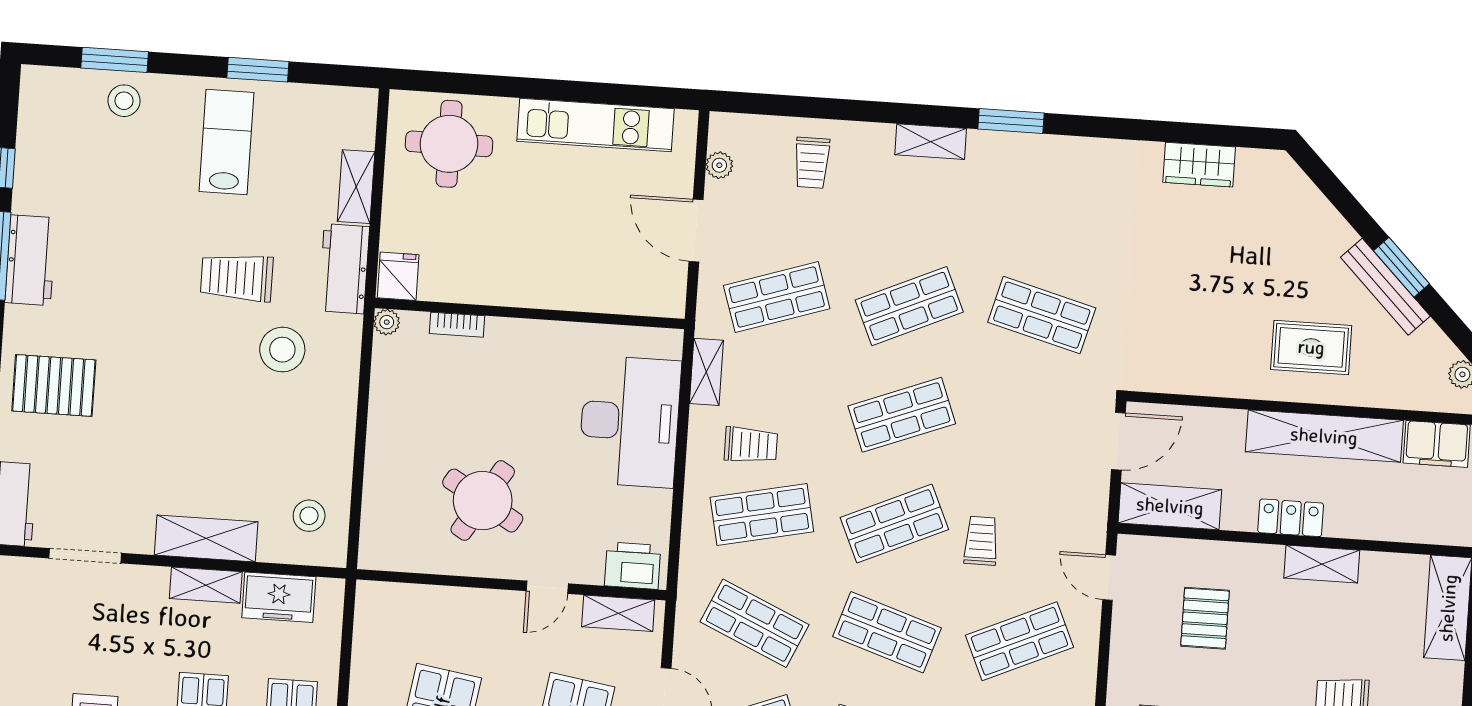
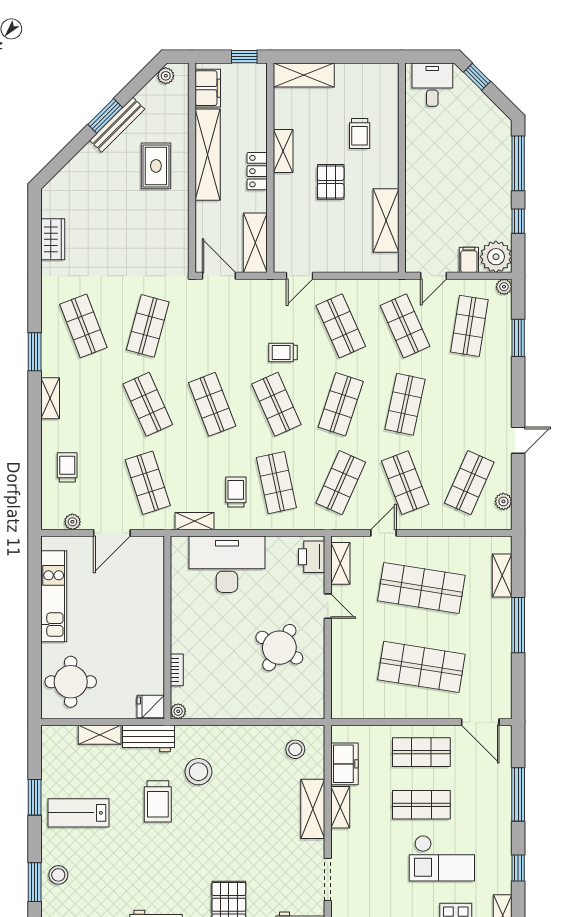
trolley: (812, 163) -> (67, 467), turned -90
shop shelf: (1049, 206) -> (83, 326), added
pallet: (1205, 618) -> (331, 182), moved, turned 90

